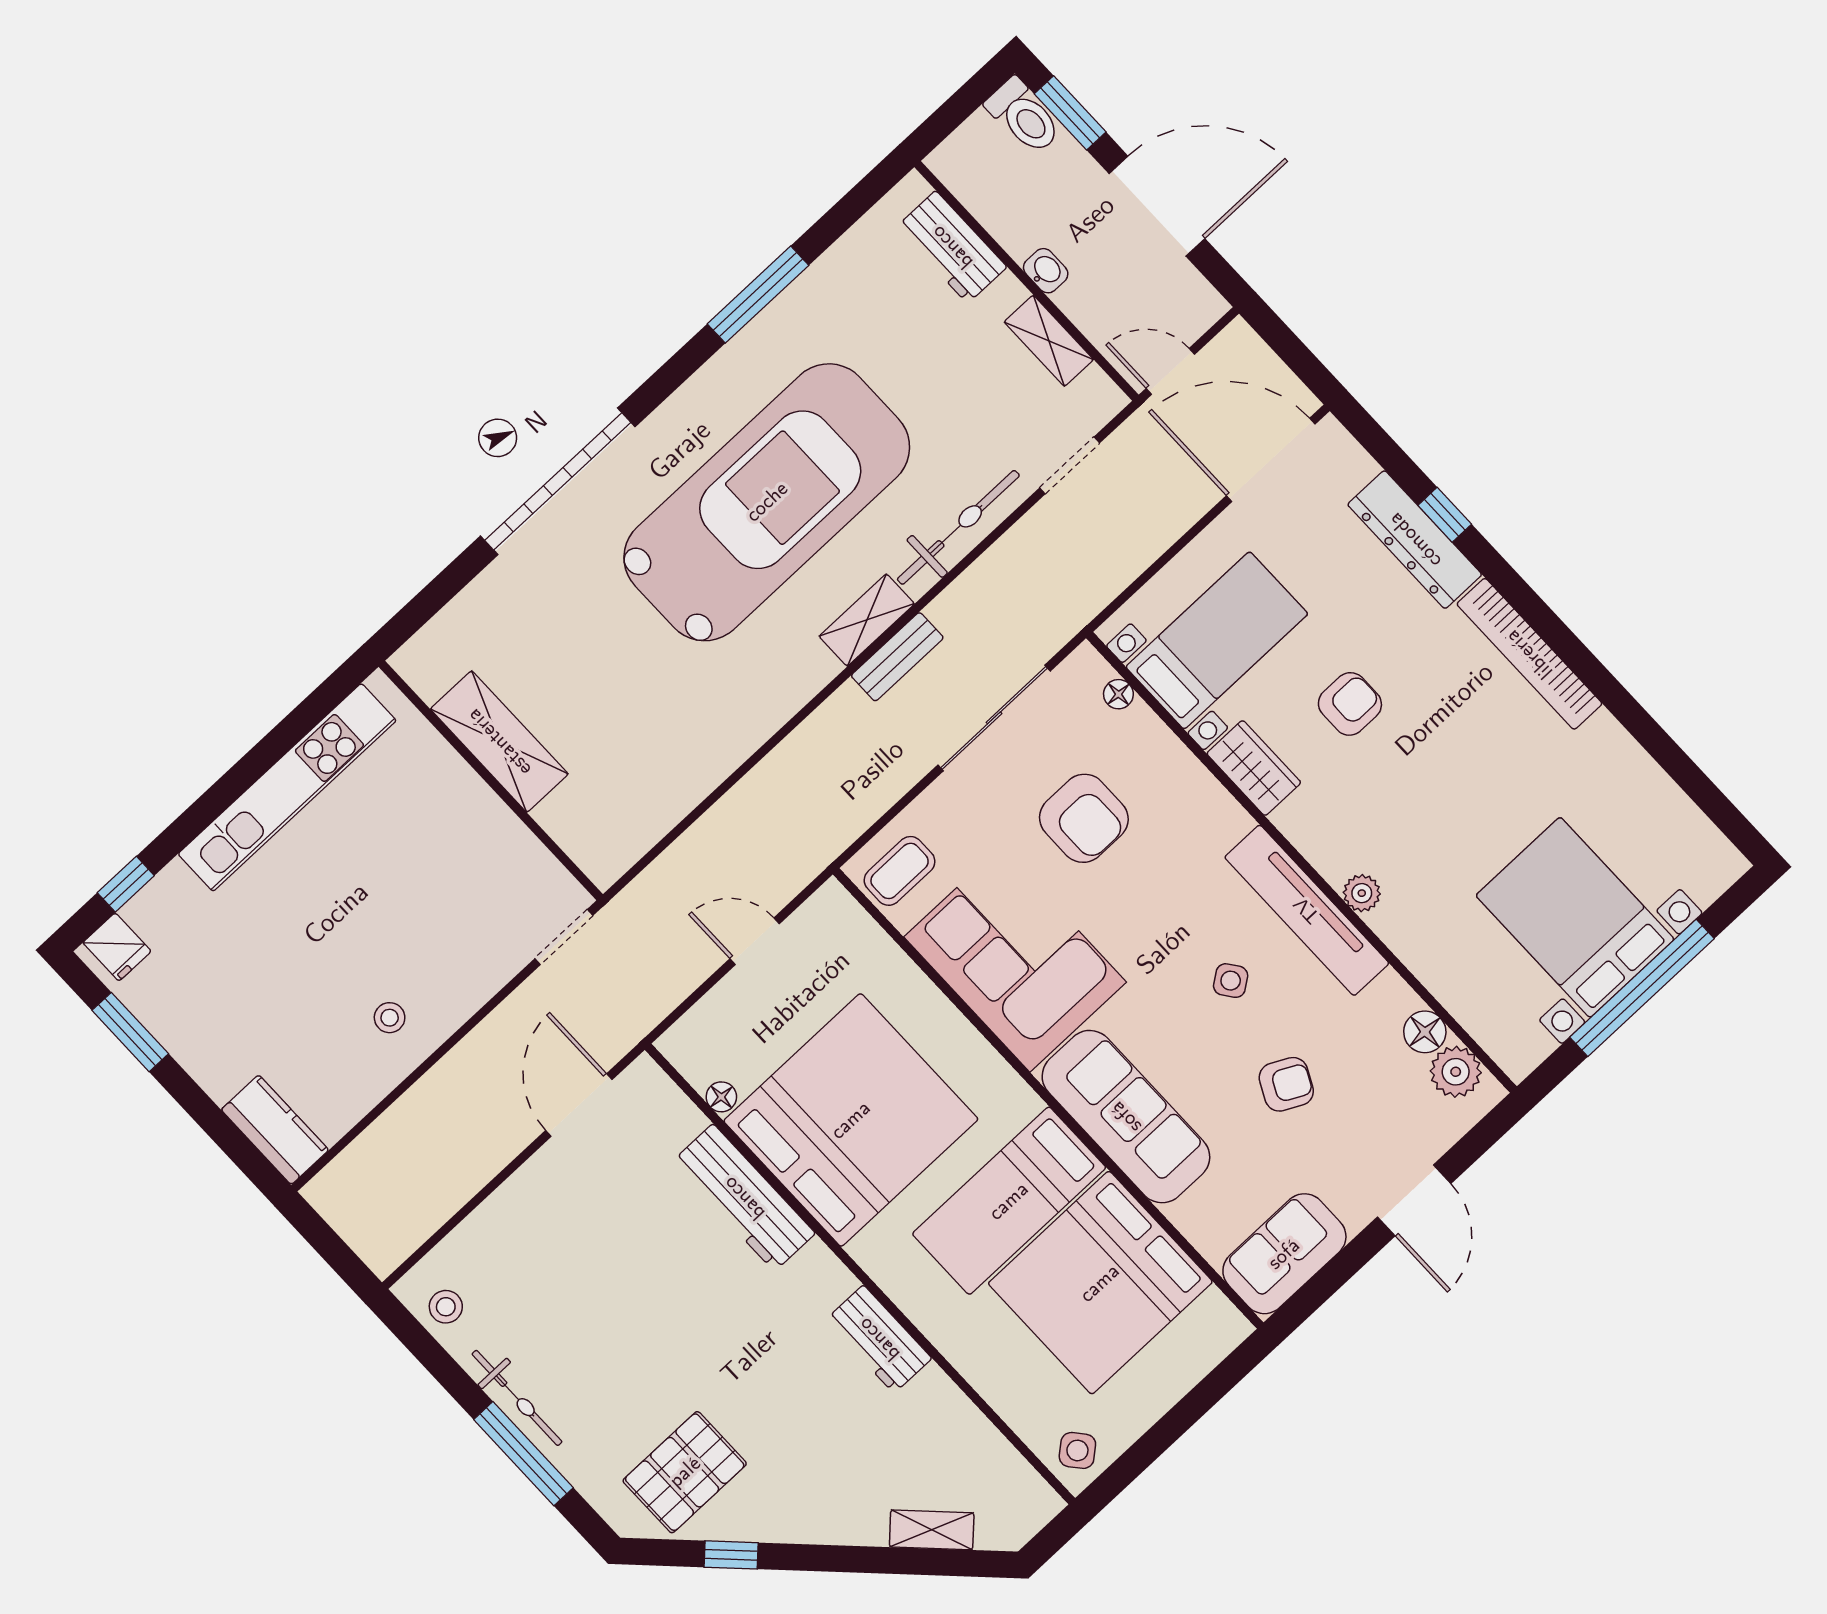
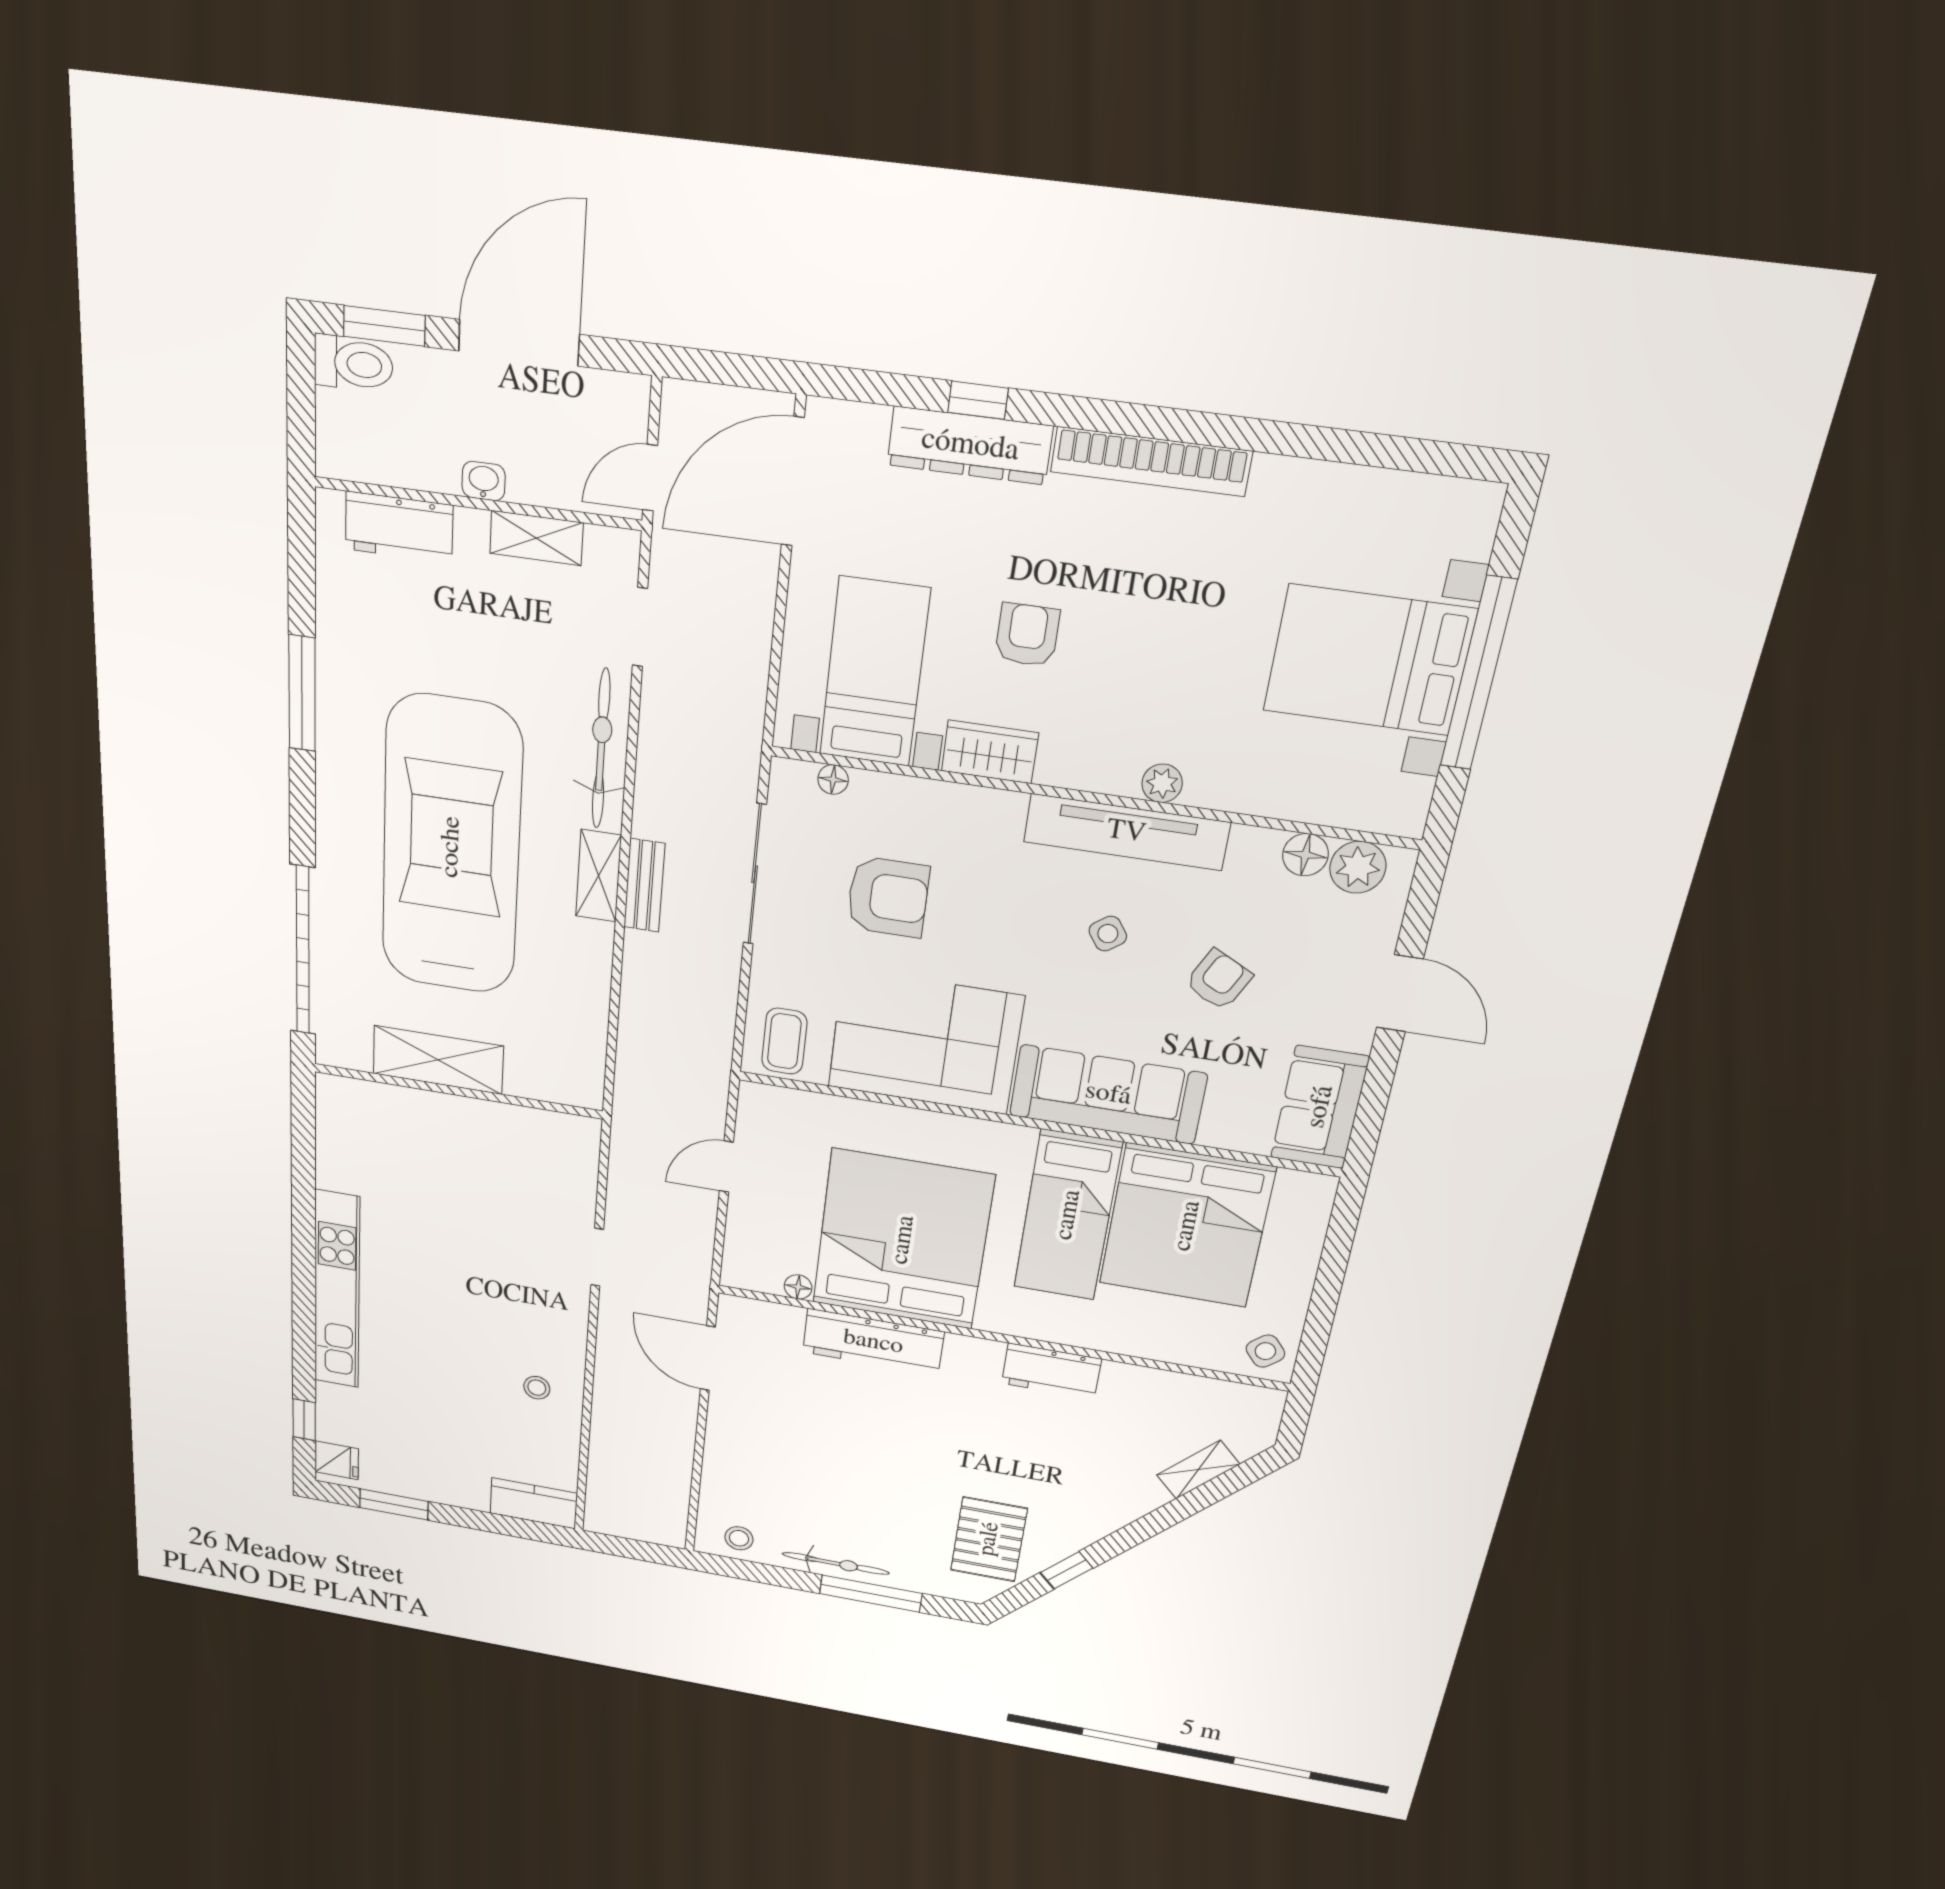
shelving: (499, 742) -> (438, 1060), moved
wall: (491, 781) -> (458, 1091), moved

